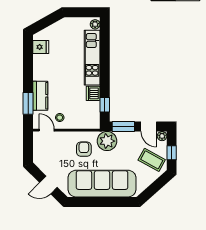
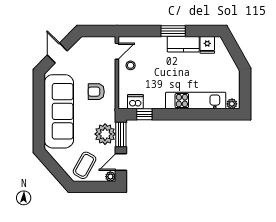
dishwasher: (93, 93) -> (135, 102), moved
kitchen counter: (40, 96) -> (183, 44), moved
window: (28, 103) -> (173, 31), moved
plant: (107, 141) -> (105, 134), moved
armchair: (84, 149) -> (96, 92), turned 180
window: (172, 153) -> (92, 187), removed

